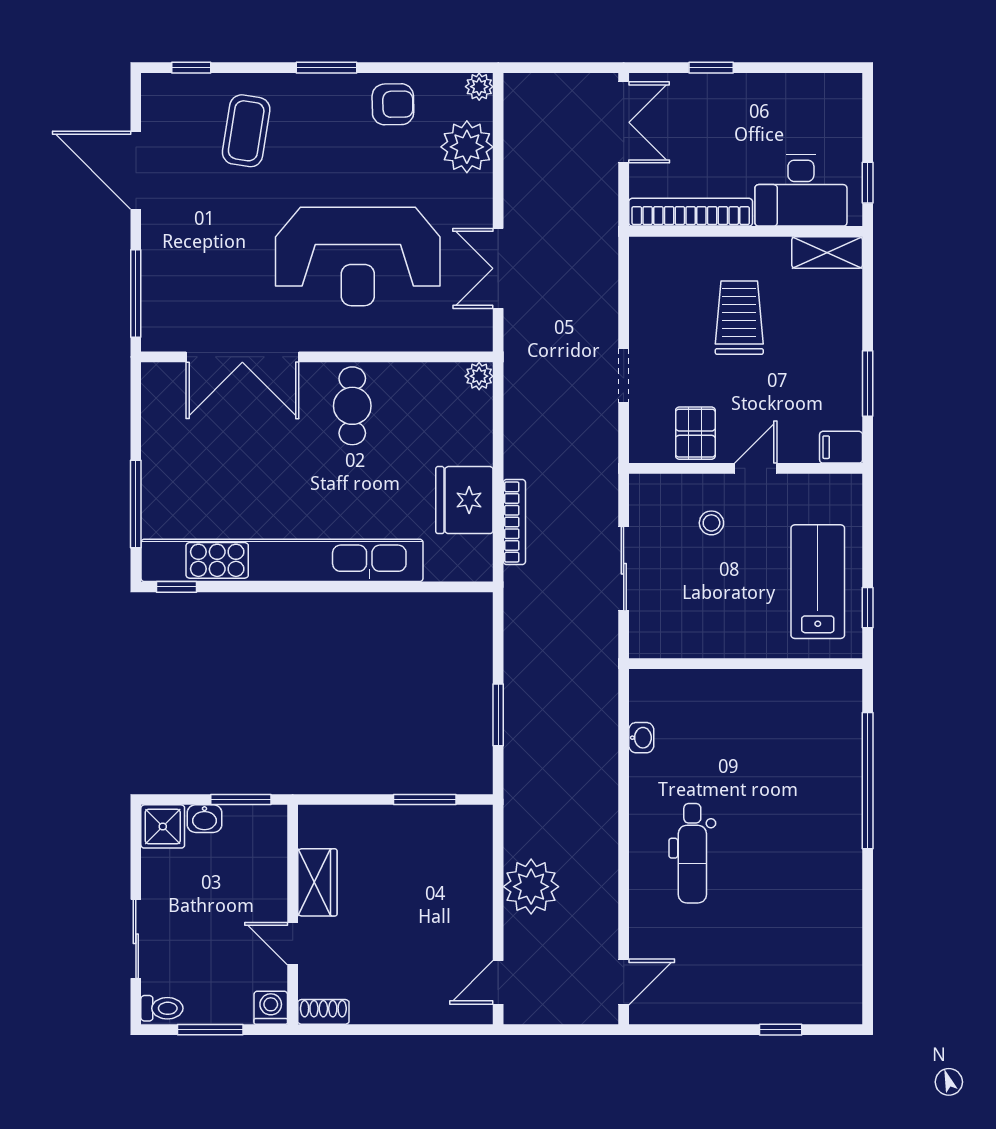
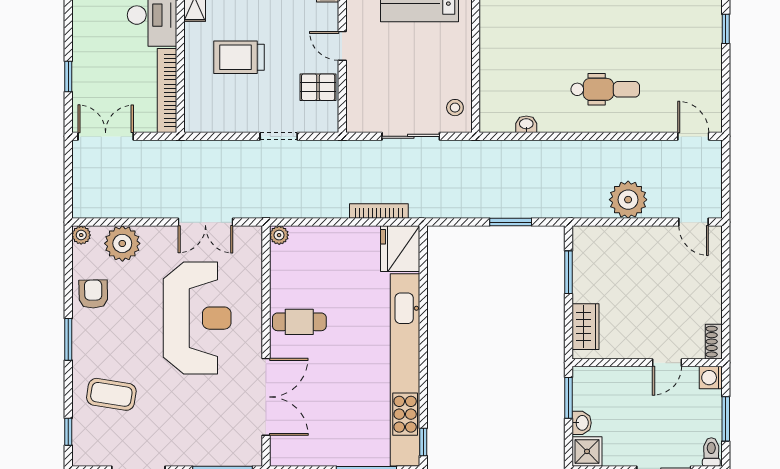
fridge: (464, 500) -> (400, 249), moved, turned 90
stool: (711, 523) -> (455, 108), moved
wardrobe: (317, 882) -> (585, 327), moved, turned 90

